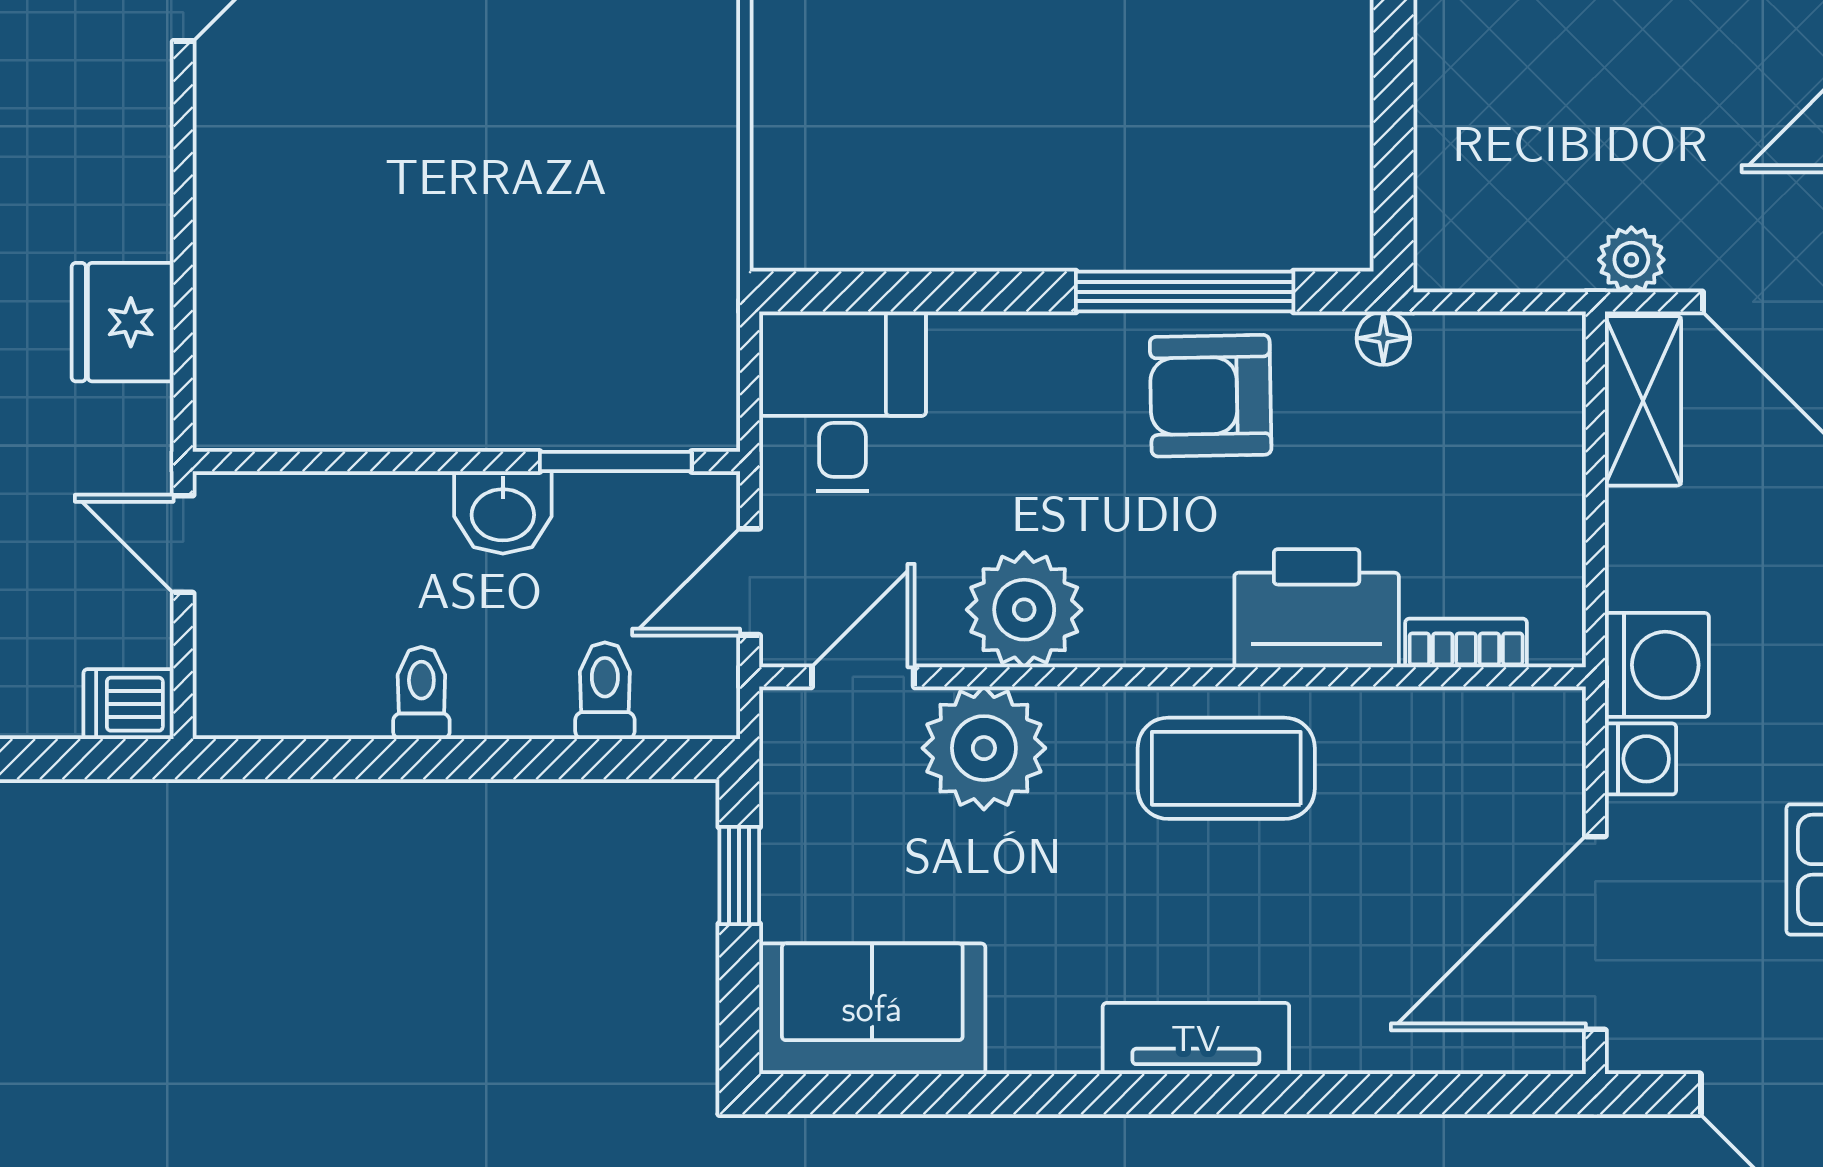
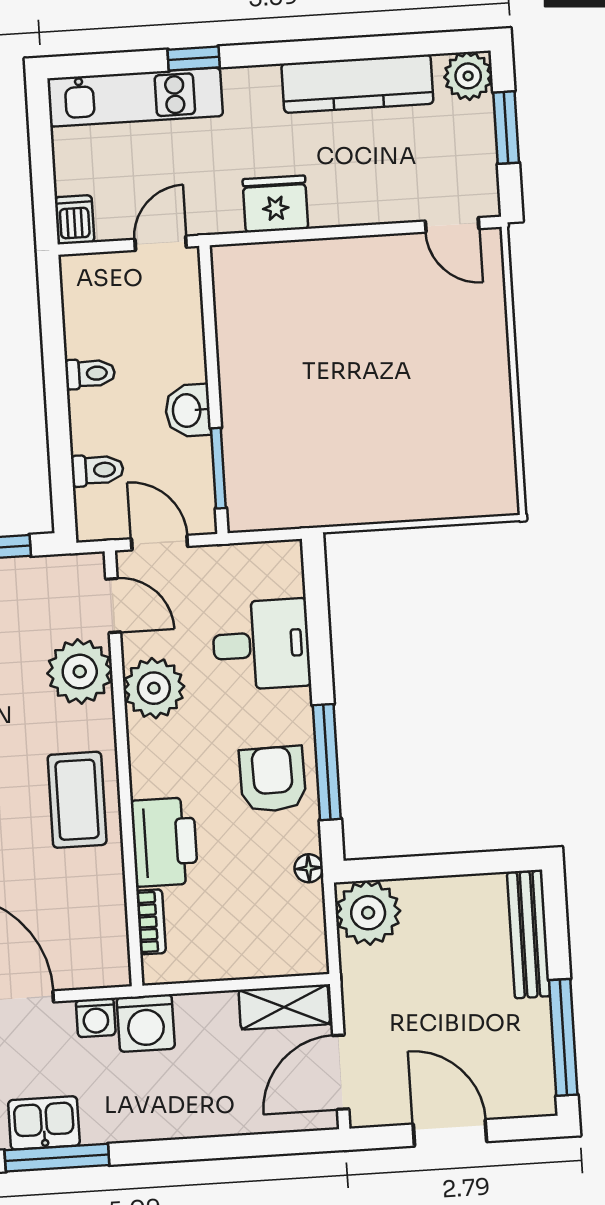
plant: (1631, 260) -> (368, 913), moved, width x1.88, depth x1.88
desk: (843, 401) -> (261, 645), moved

